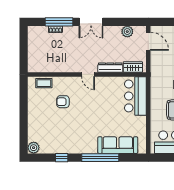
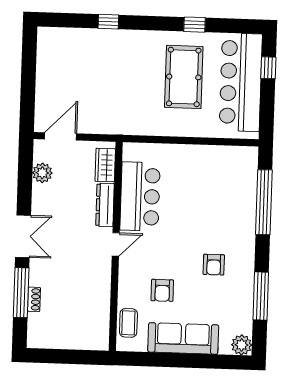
bar counter: (135, 96) -> (140, 196), moved, turned -90
armchair: (79, 130) -> (214, 265), added
sofa: (118, 145) -> (183, 338), moved, turned 90
window: (62, 158) -> (261, 296), width x2.17
window: (100, 158) -> (264, 202), moved

